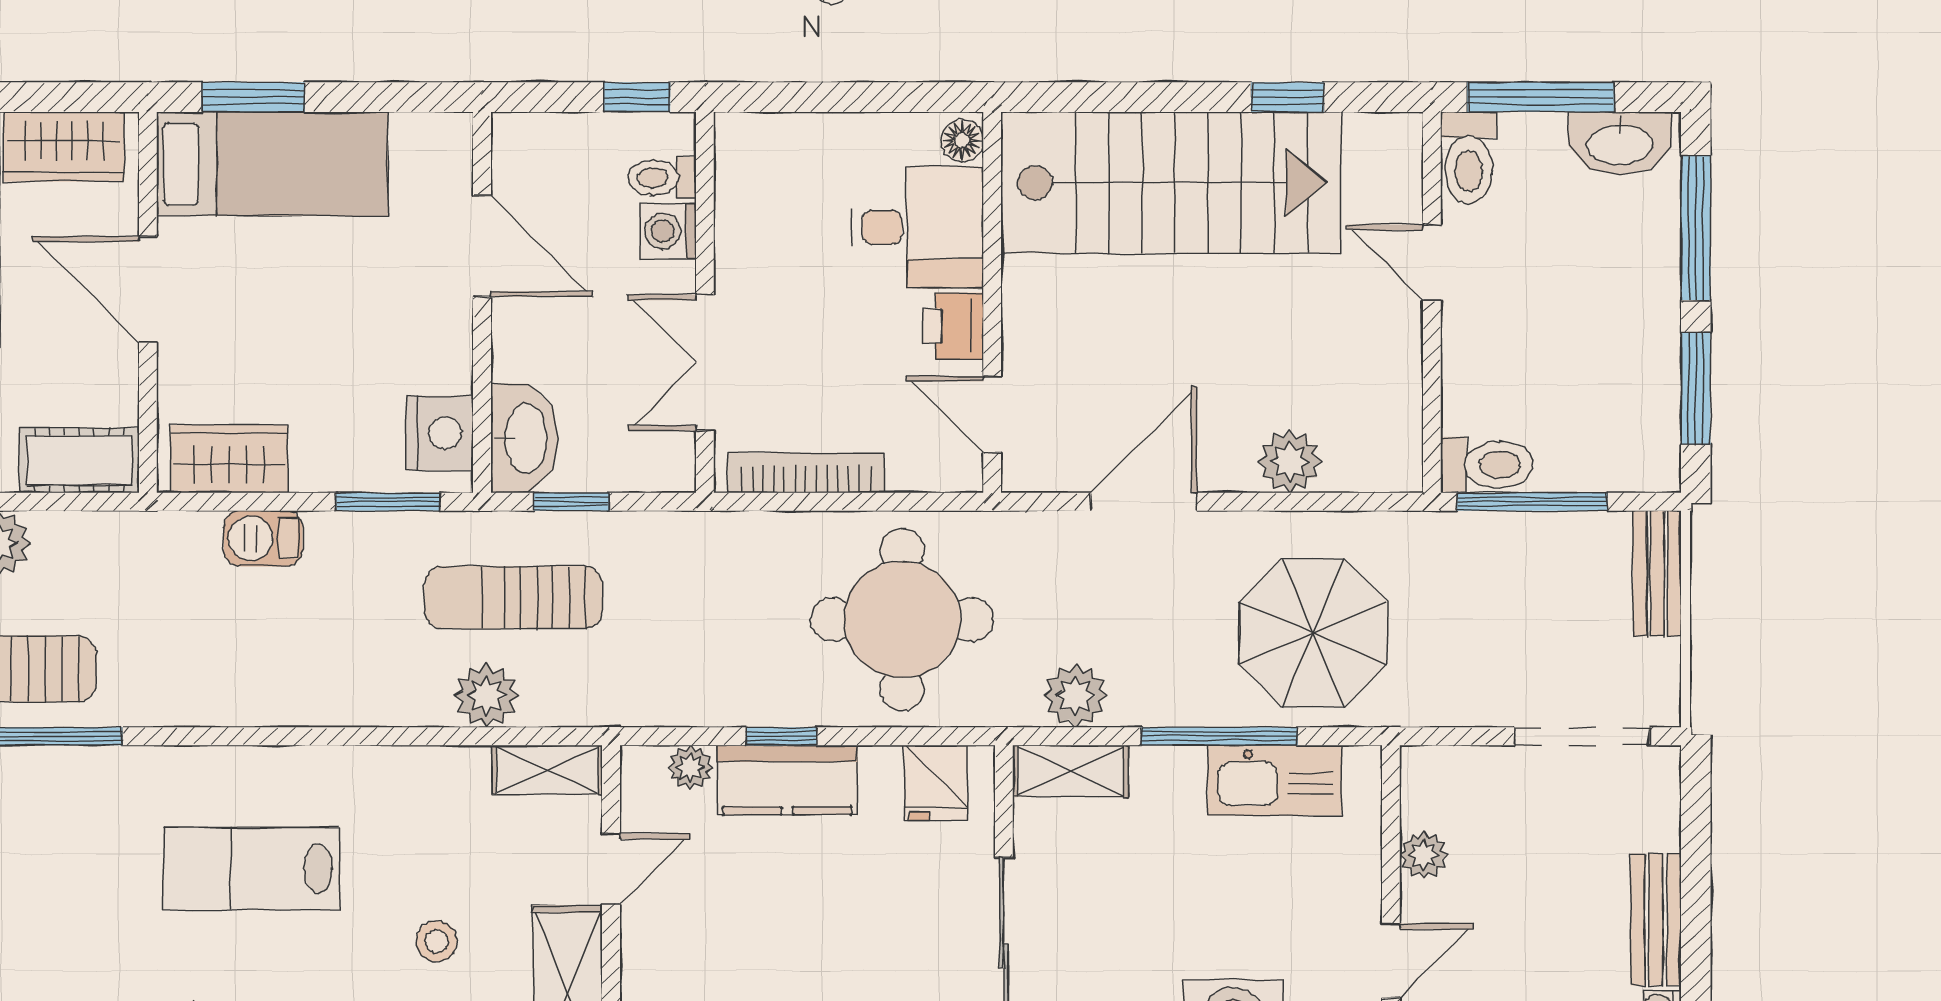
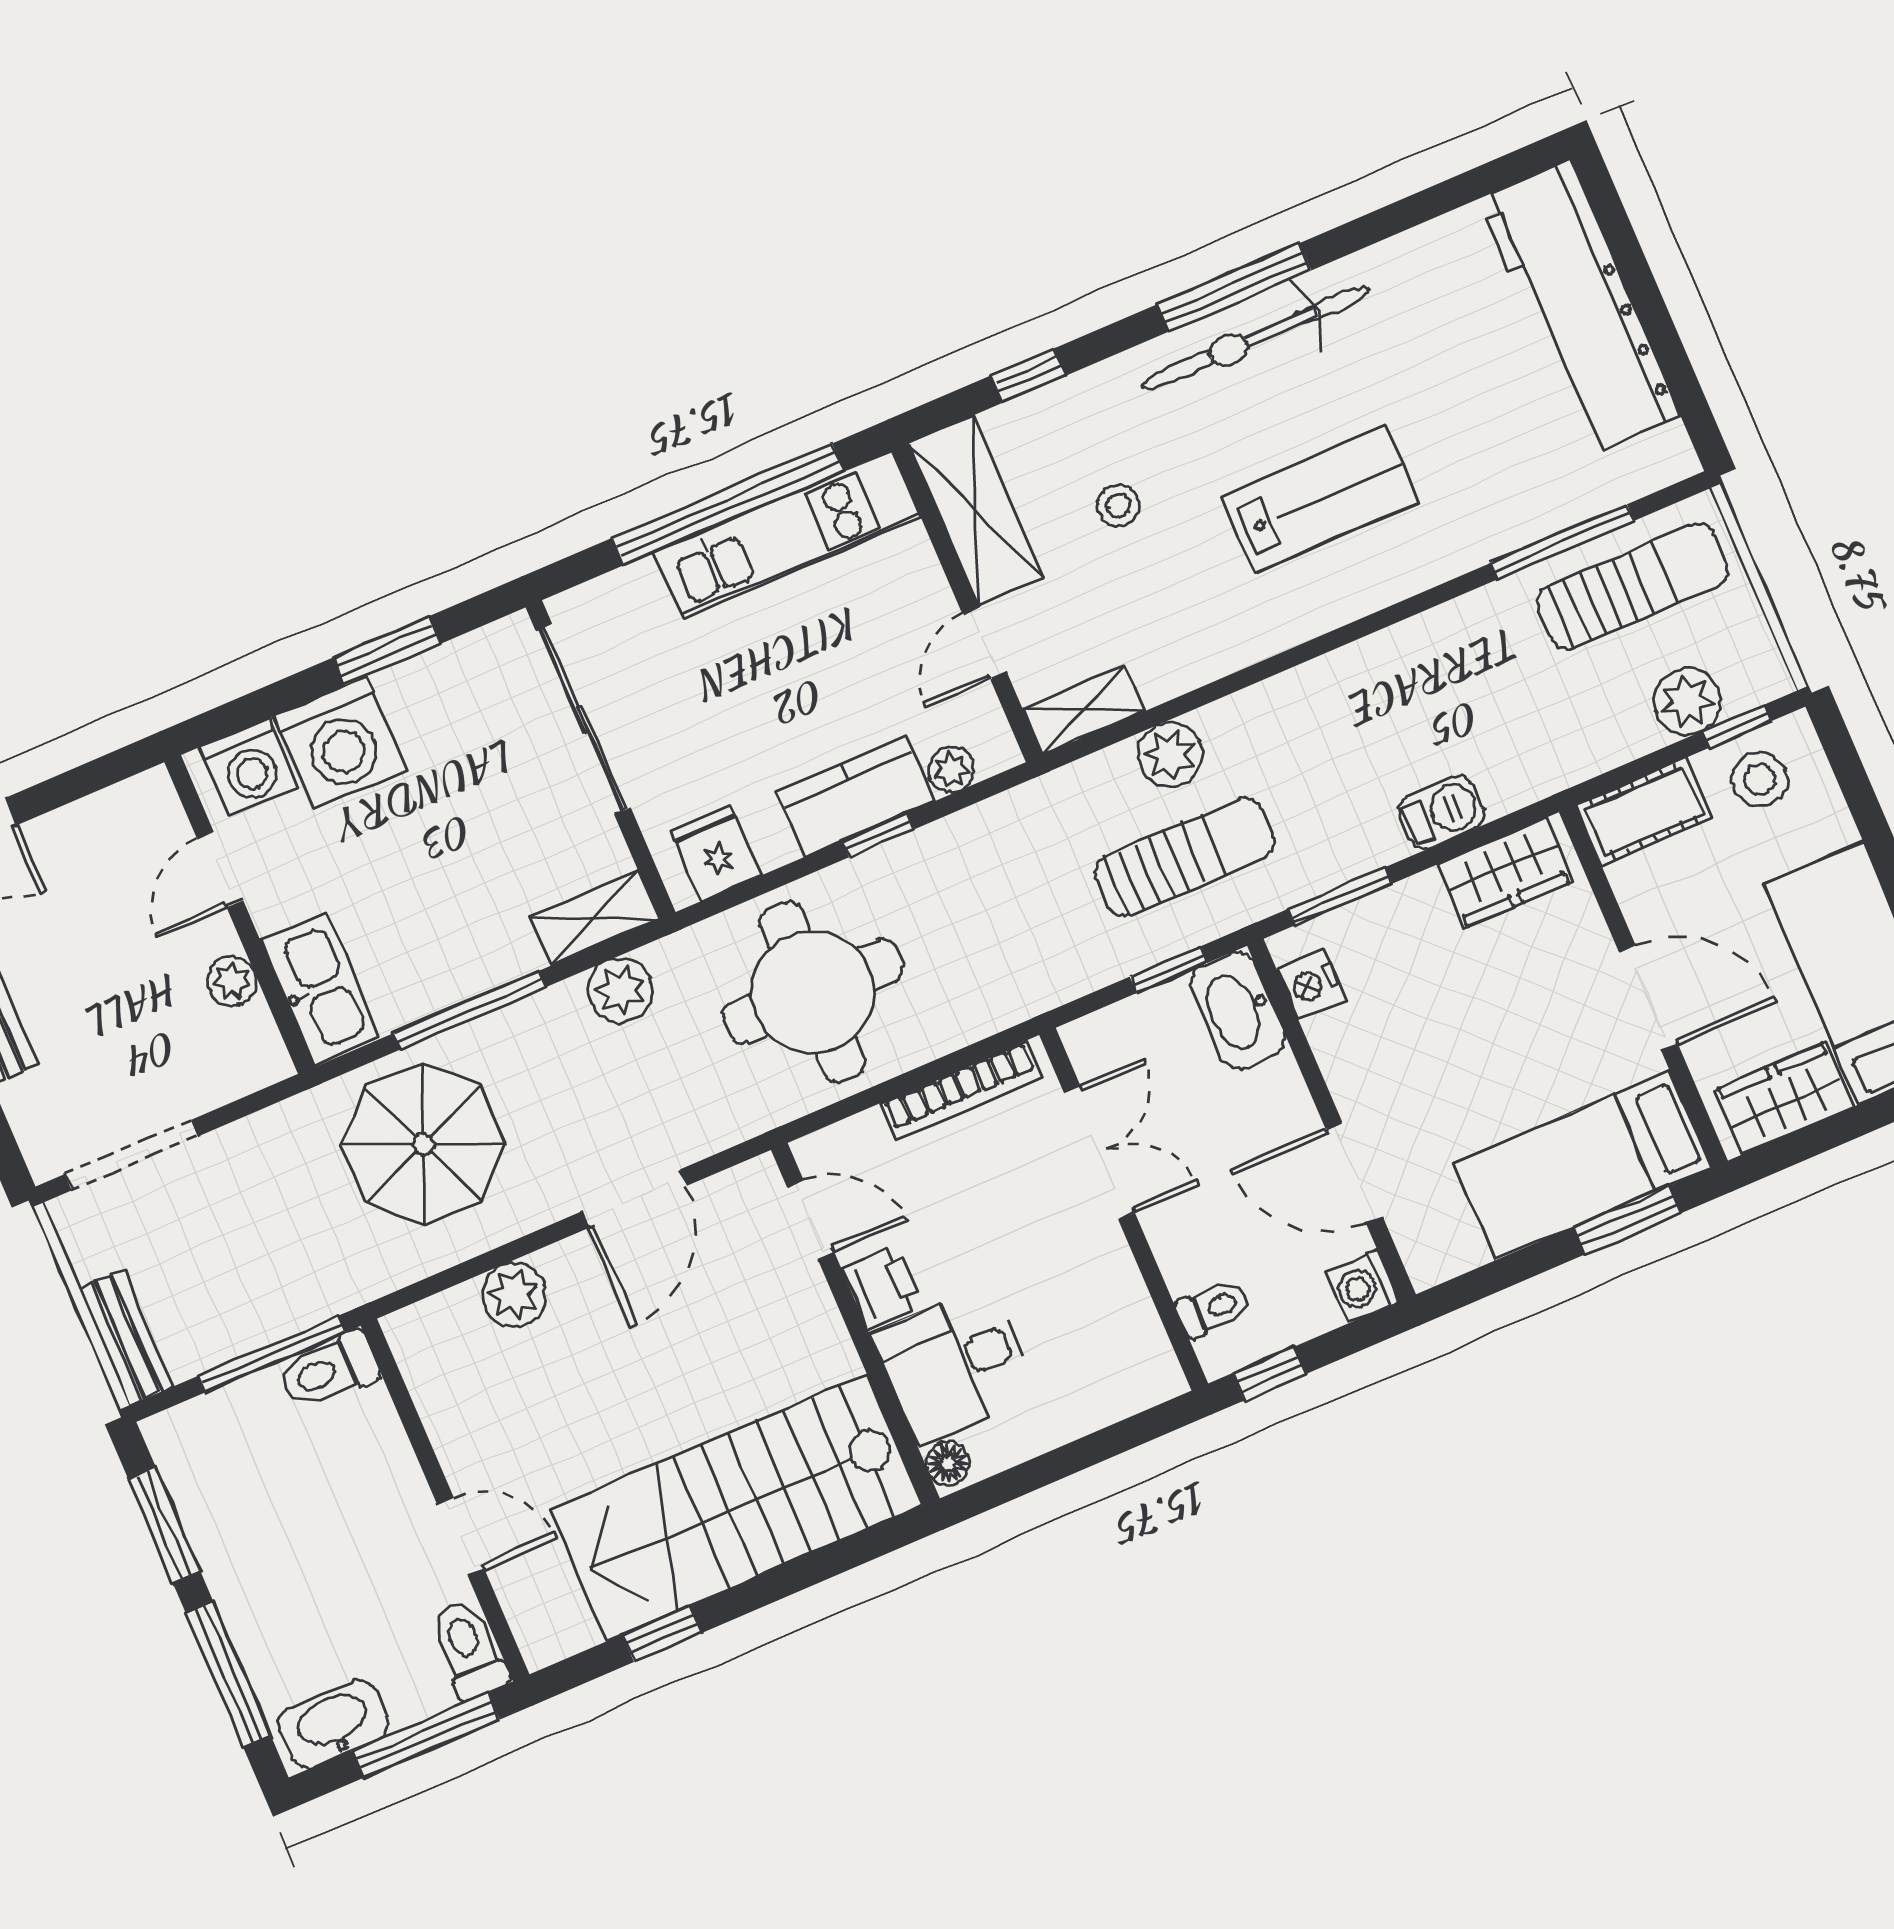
washing machine: (668, 231) -> (1362, 1287), moved, turned 180
nightstand: (440, 433) -> (1311, 984), width x0.74, depth x0.75
kitchen sink: (1275, 780) -> (320, 989), moved, turned 90

